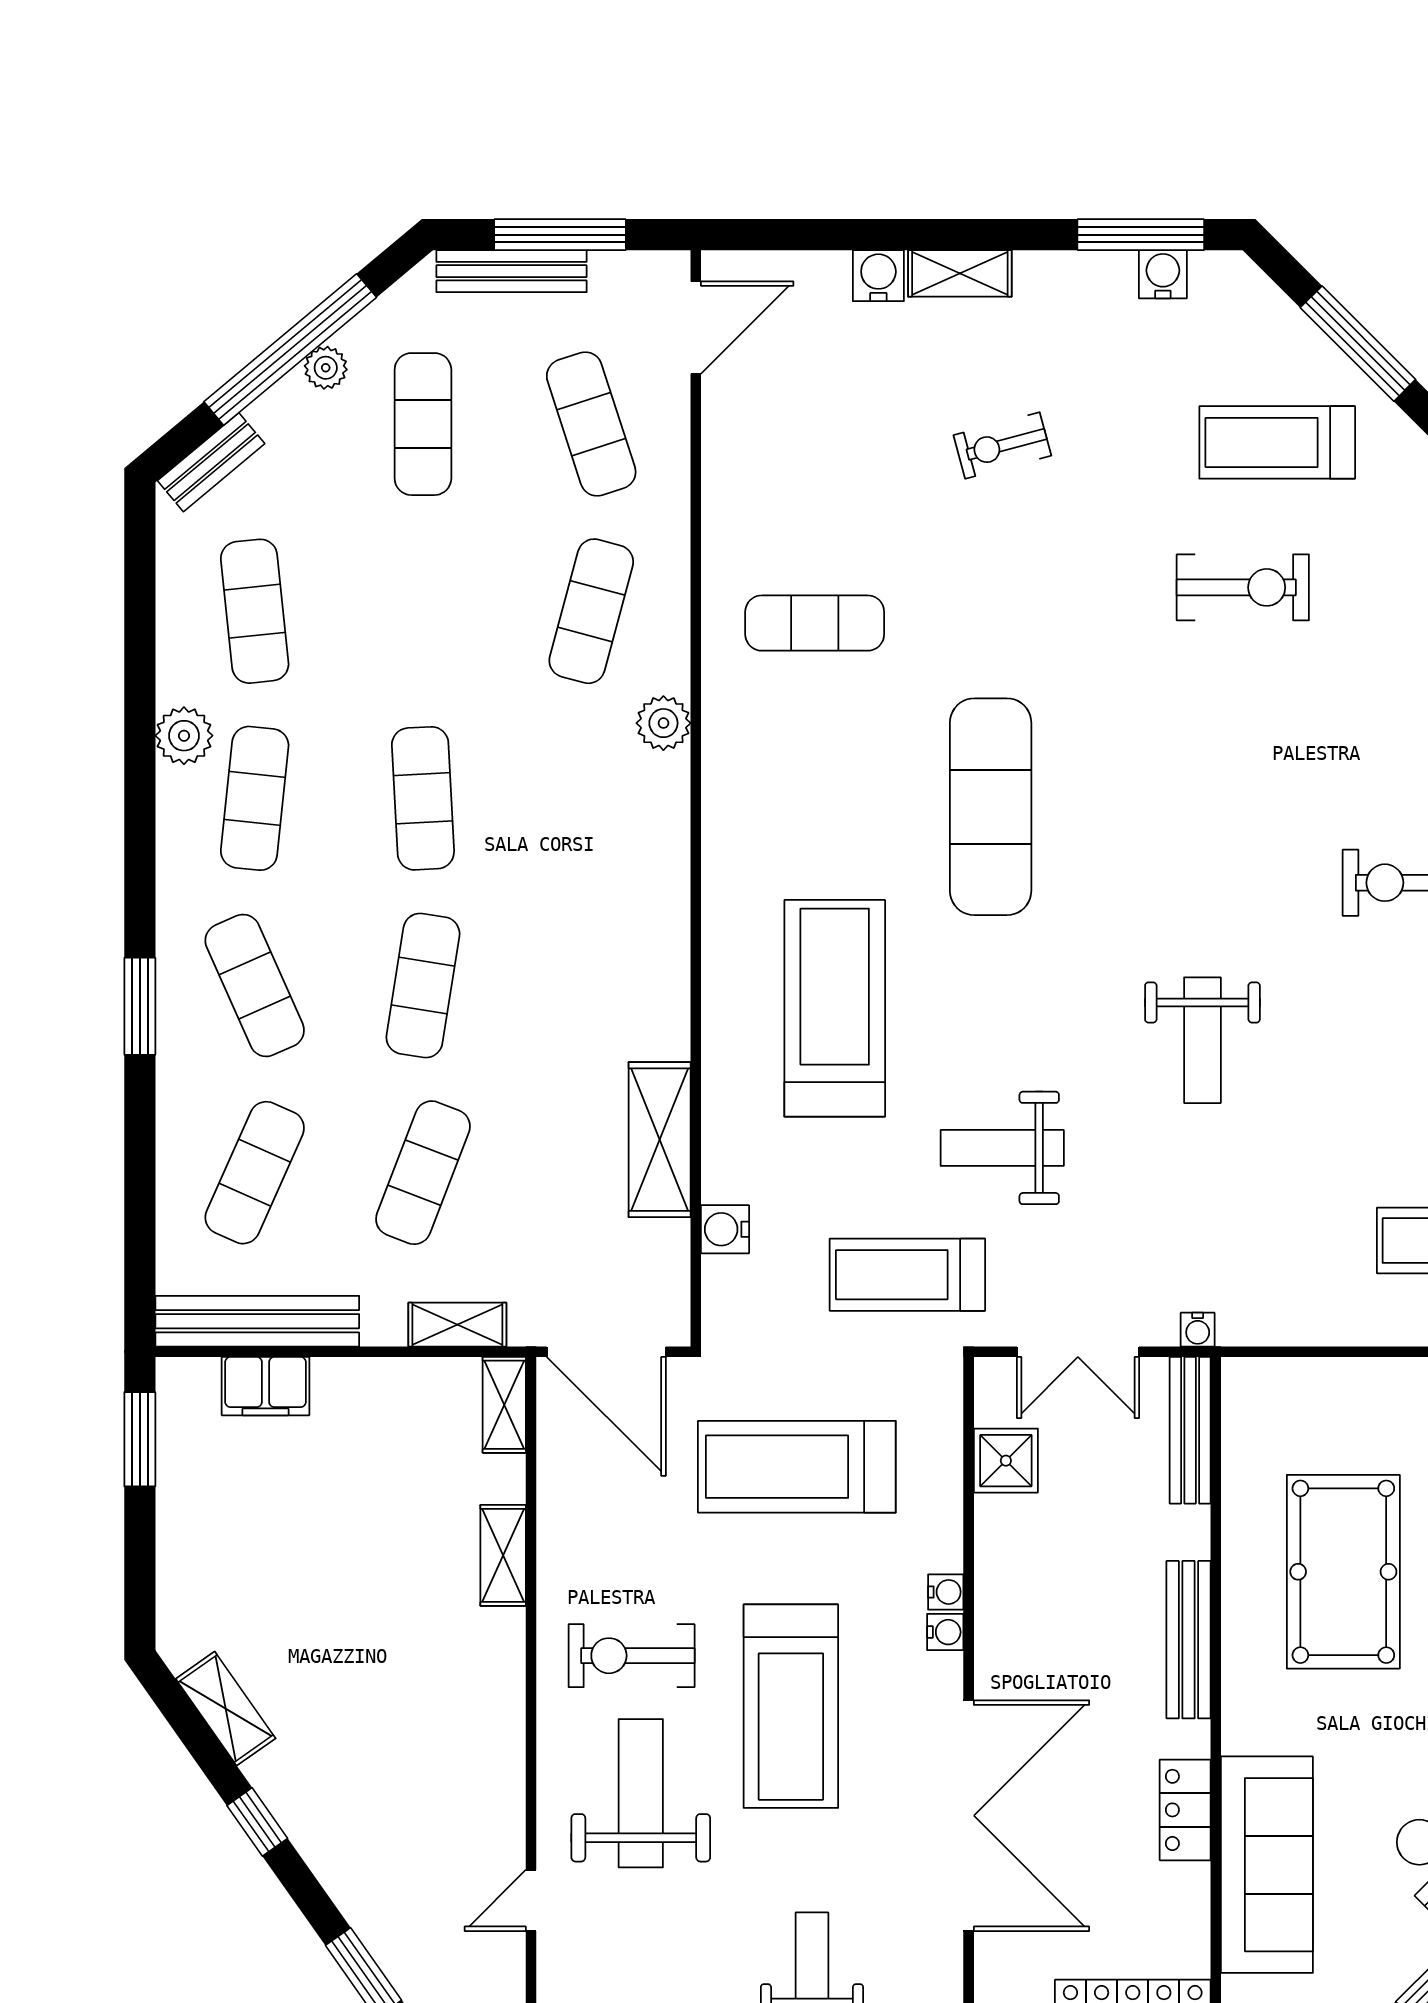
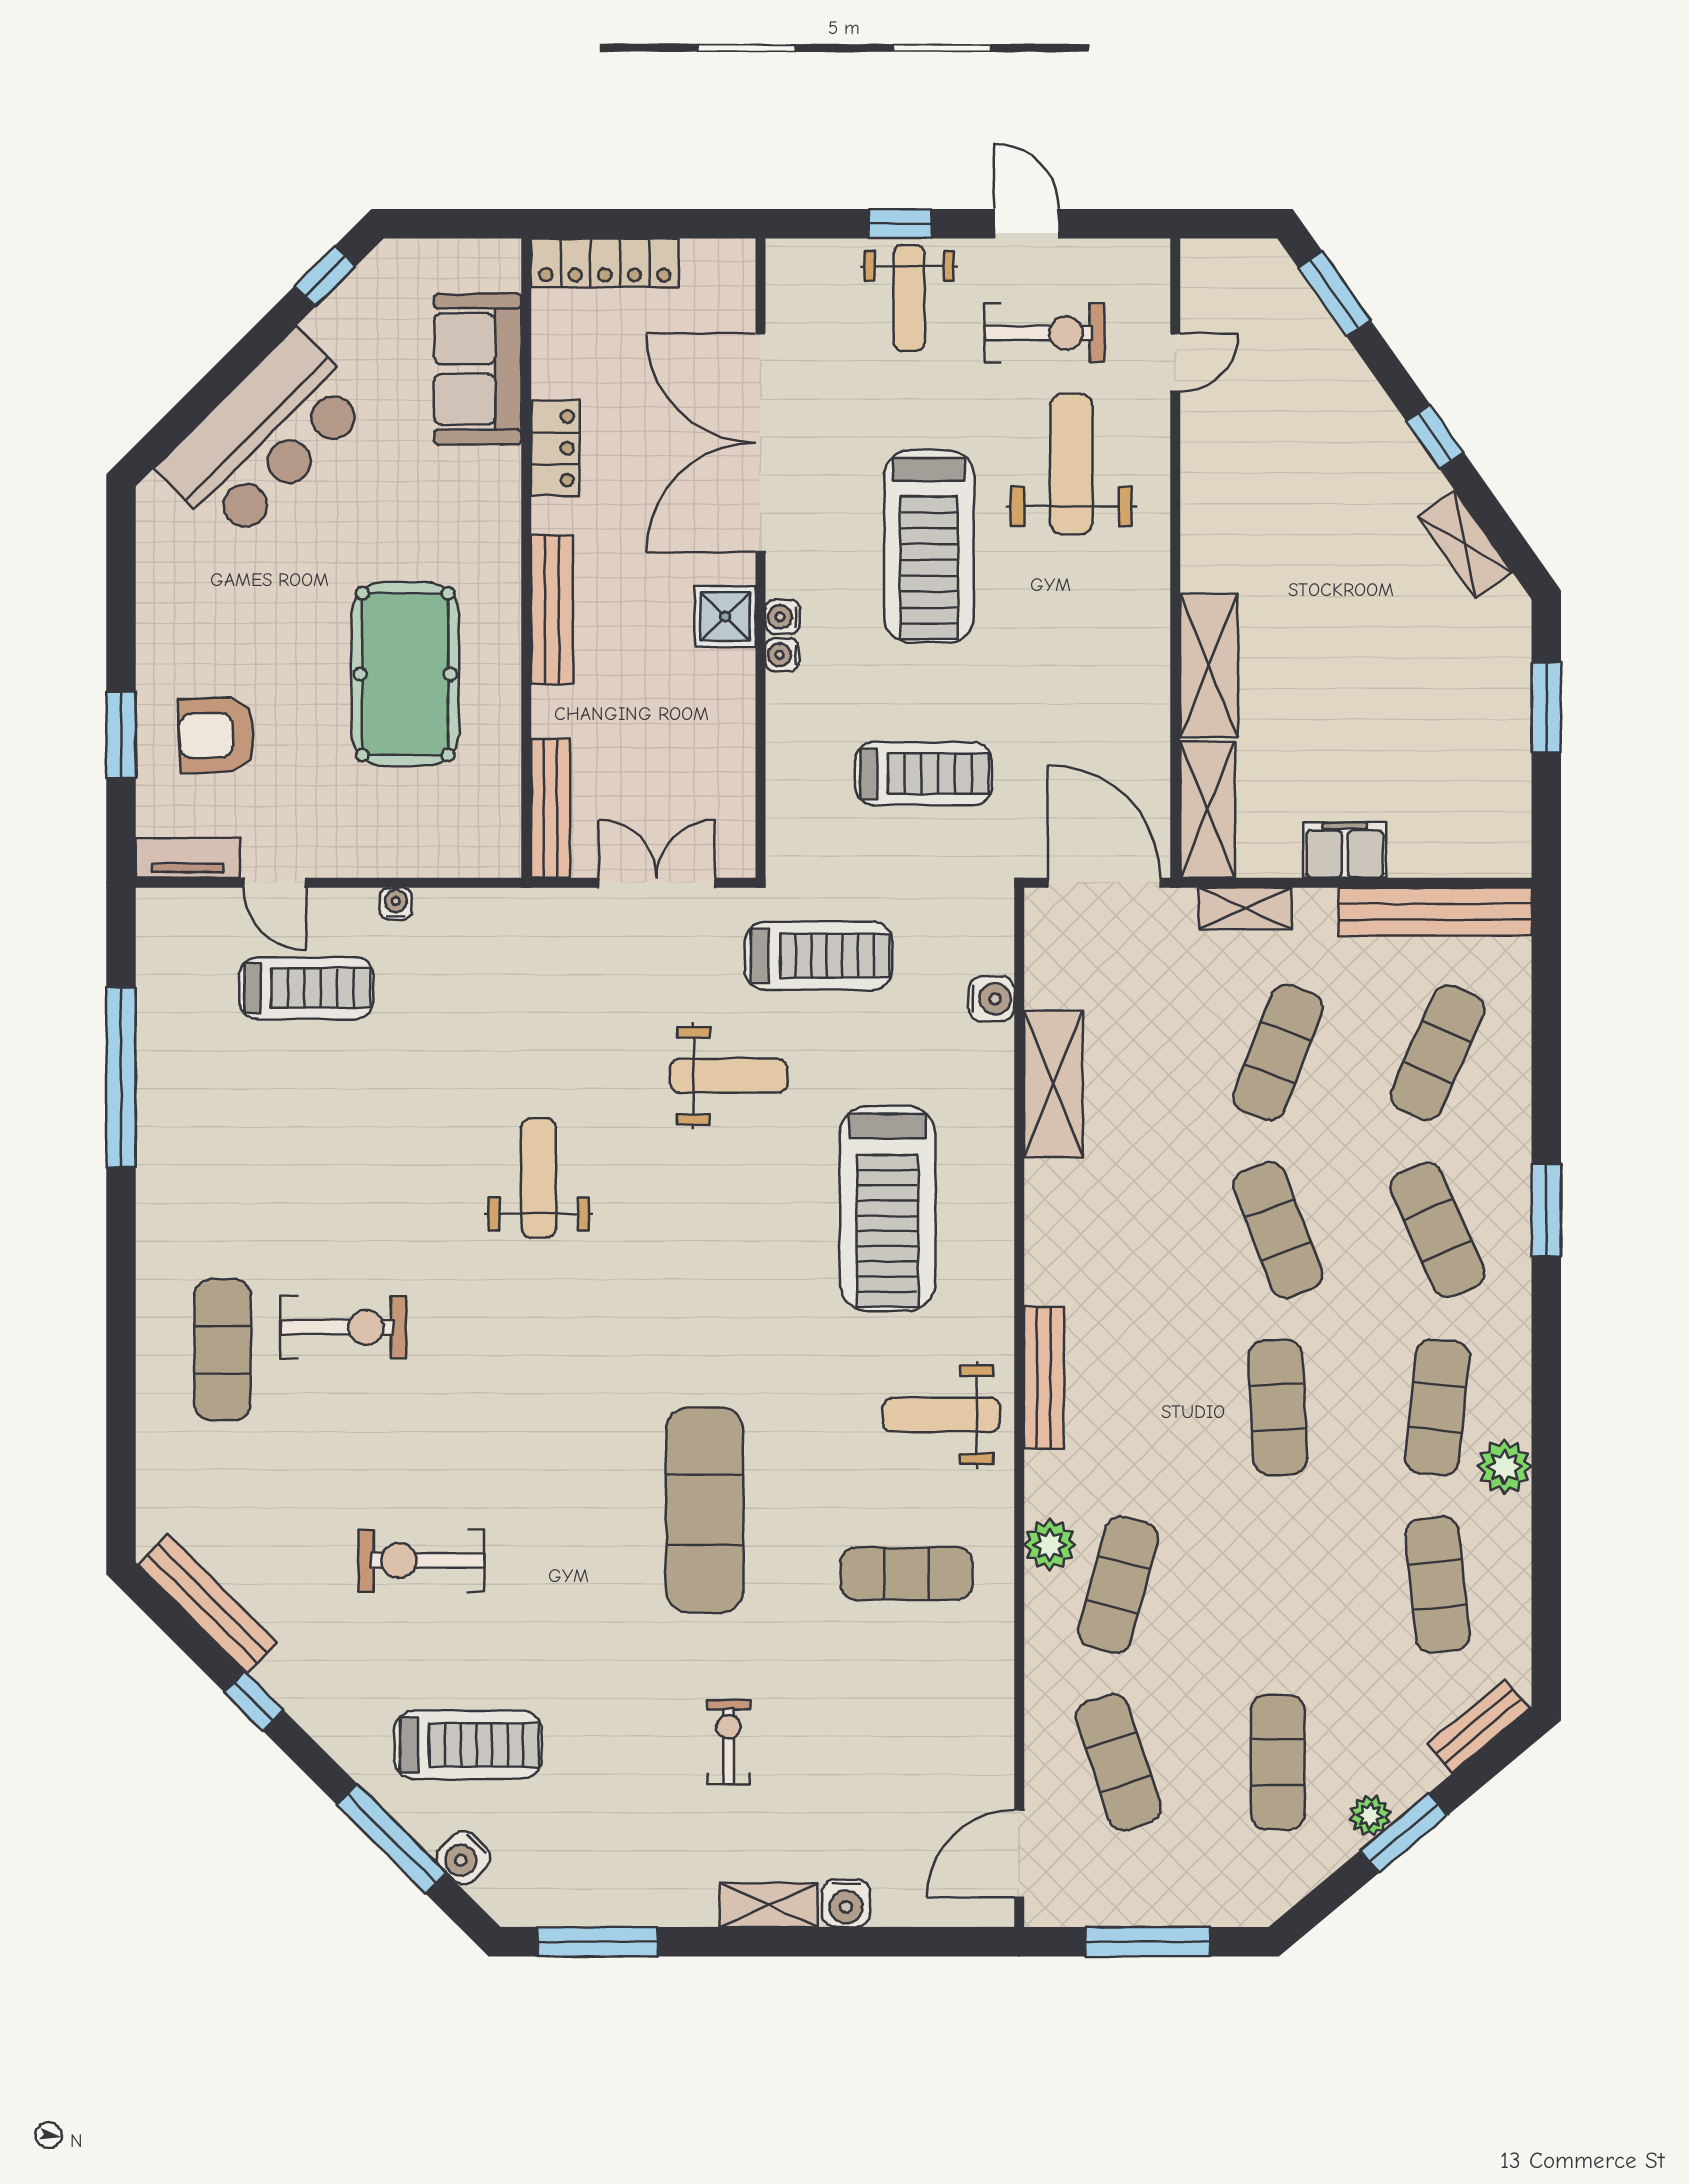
bench: (512, 271) -> (1044, 1378), moved, turned 90
water cooler: (1163, 274) -> (463, 1858), moved, turned 45
window: (290, 349) -> (1404, 1833), width x0.47
exercise bike: (1002, 445) -> (728, 1742), turned -75
exercise bike: (1243, 587) -> (421, 1561), moved
plant: (663, 723) -> (1050, 1545), moved
weight bench: (778, 791) -> (941, 1415), added
exercise mat: (991, 807) -> (705, 1510), moved
exercise mat: (423, 985) -> (1278, 1230), turned -30
water cooler: (1198, 1330) -> (396, 904), moved
filing cabinet: (265, 1386) -> (1345, 850), moved
shelving: (504, 1405) -> (1208, 810), width x1.50, depth x1.33
window: (140, 1439) -> (1546, 708), moved
shower: (1006, 1461) -> (725, 617), moved
treadmill: (797, 1467) -> (923, 774), width x0.73, depth x0.73
shelving: (503, 1555) -> (1209, 666), width x1.50, depth x1.33
exercise bike: (632, 1656) -> (1044, 333), moved
treadmill: (791, 1706) -> (929, 547), turned 180
weight bench: (641, 1793) -> (1071, 464), turned 180
sofa: (1267, 1865) -> (478, 369), width x0.73

